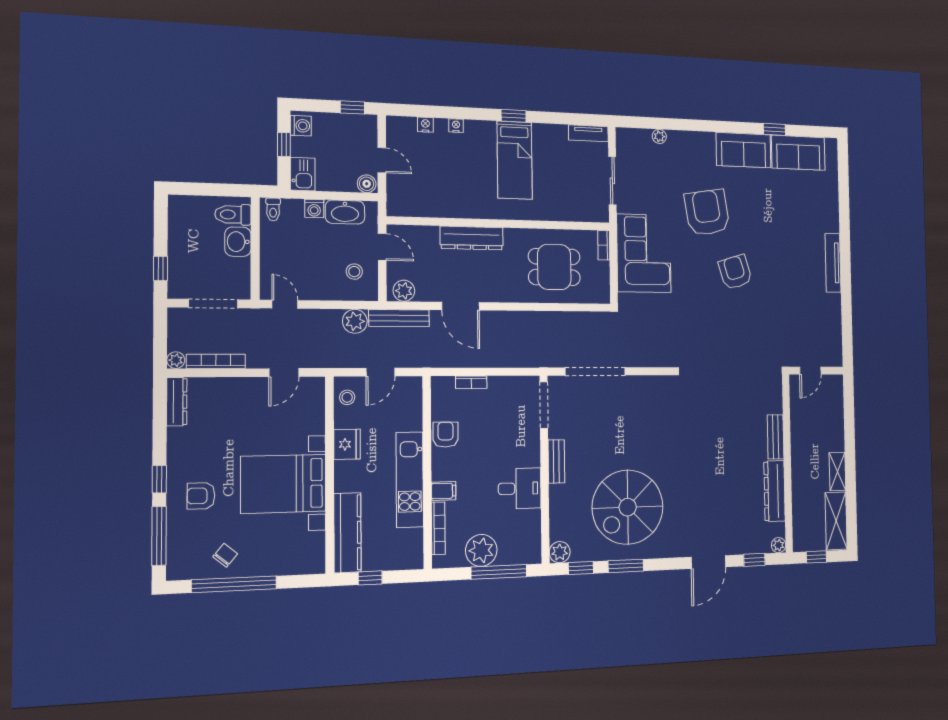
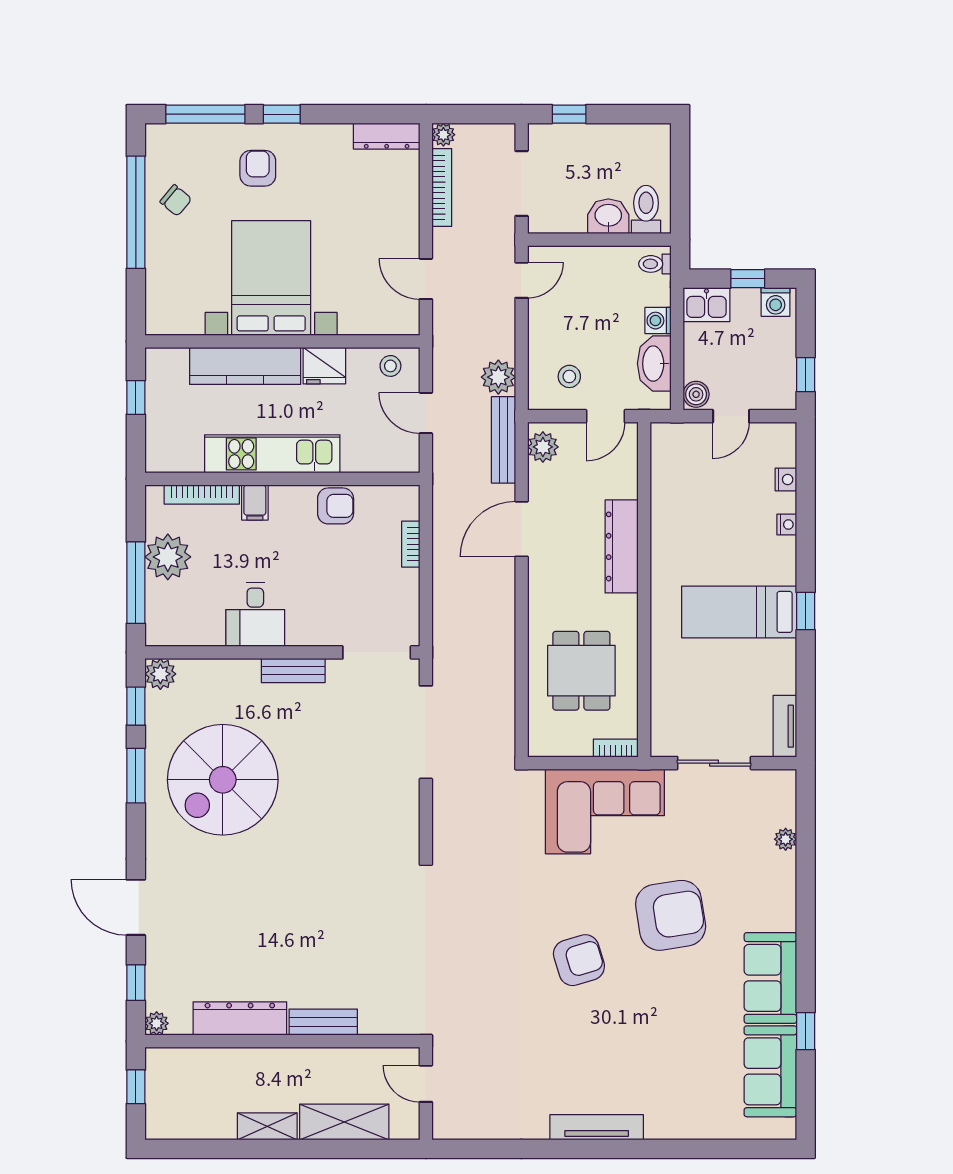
spiral stairs: (628, 507) -> (223, 780), turned -90
shelving: (836, 521) -> (344, 1122), moved
kitchen counter: (347, 533) -> (245, 366), moved

